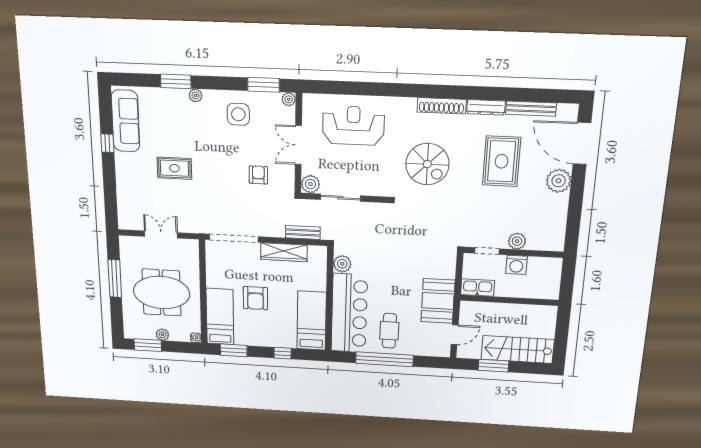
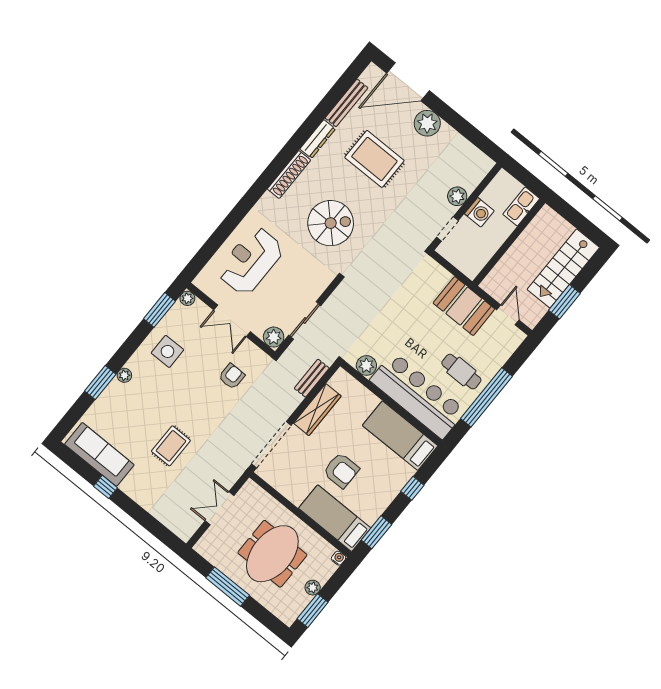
armchair: (258, 175) -> (232, 376), turned 90
kitchen sink: (478, 288) -> (521, 206), moved

